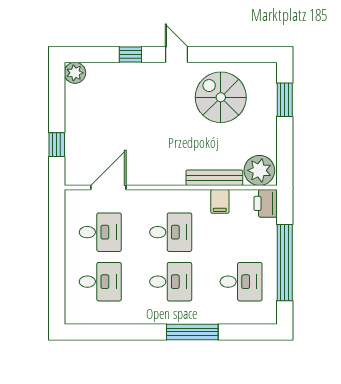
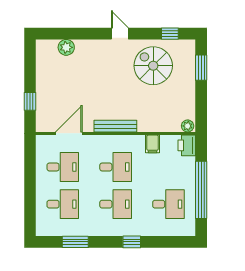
window: (130, 55) -> (170, 34), moved
plant: (75, 73) -> (66, 47), moved
plant: (259, 170) -> (188, 126), width x0.53, depth x0.53
bench: (214, 178) -> (115, 126), moved
window: (117, 332) -> (75, 242), added
window: (192, 332) -> (132, 242), width x0.46

